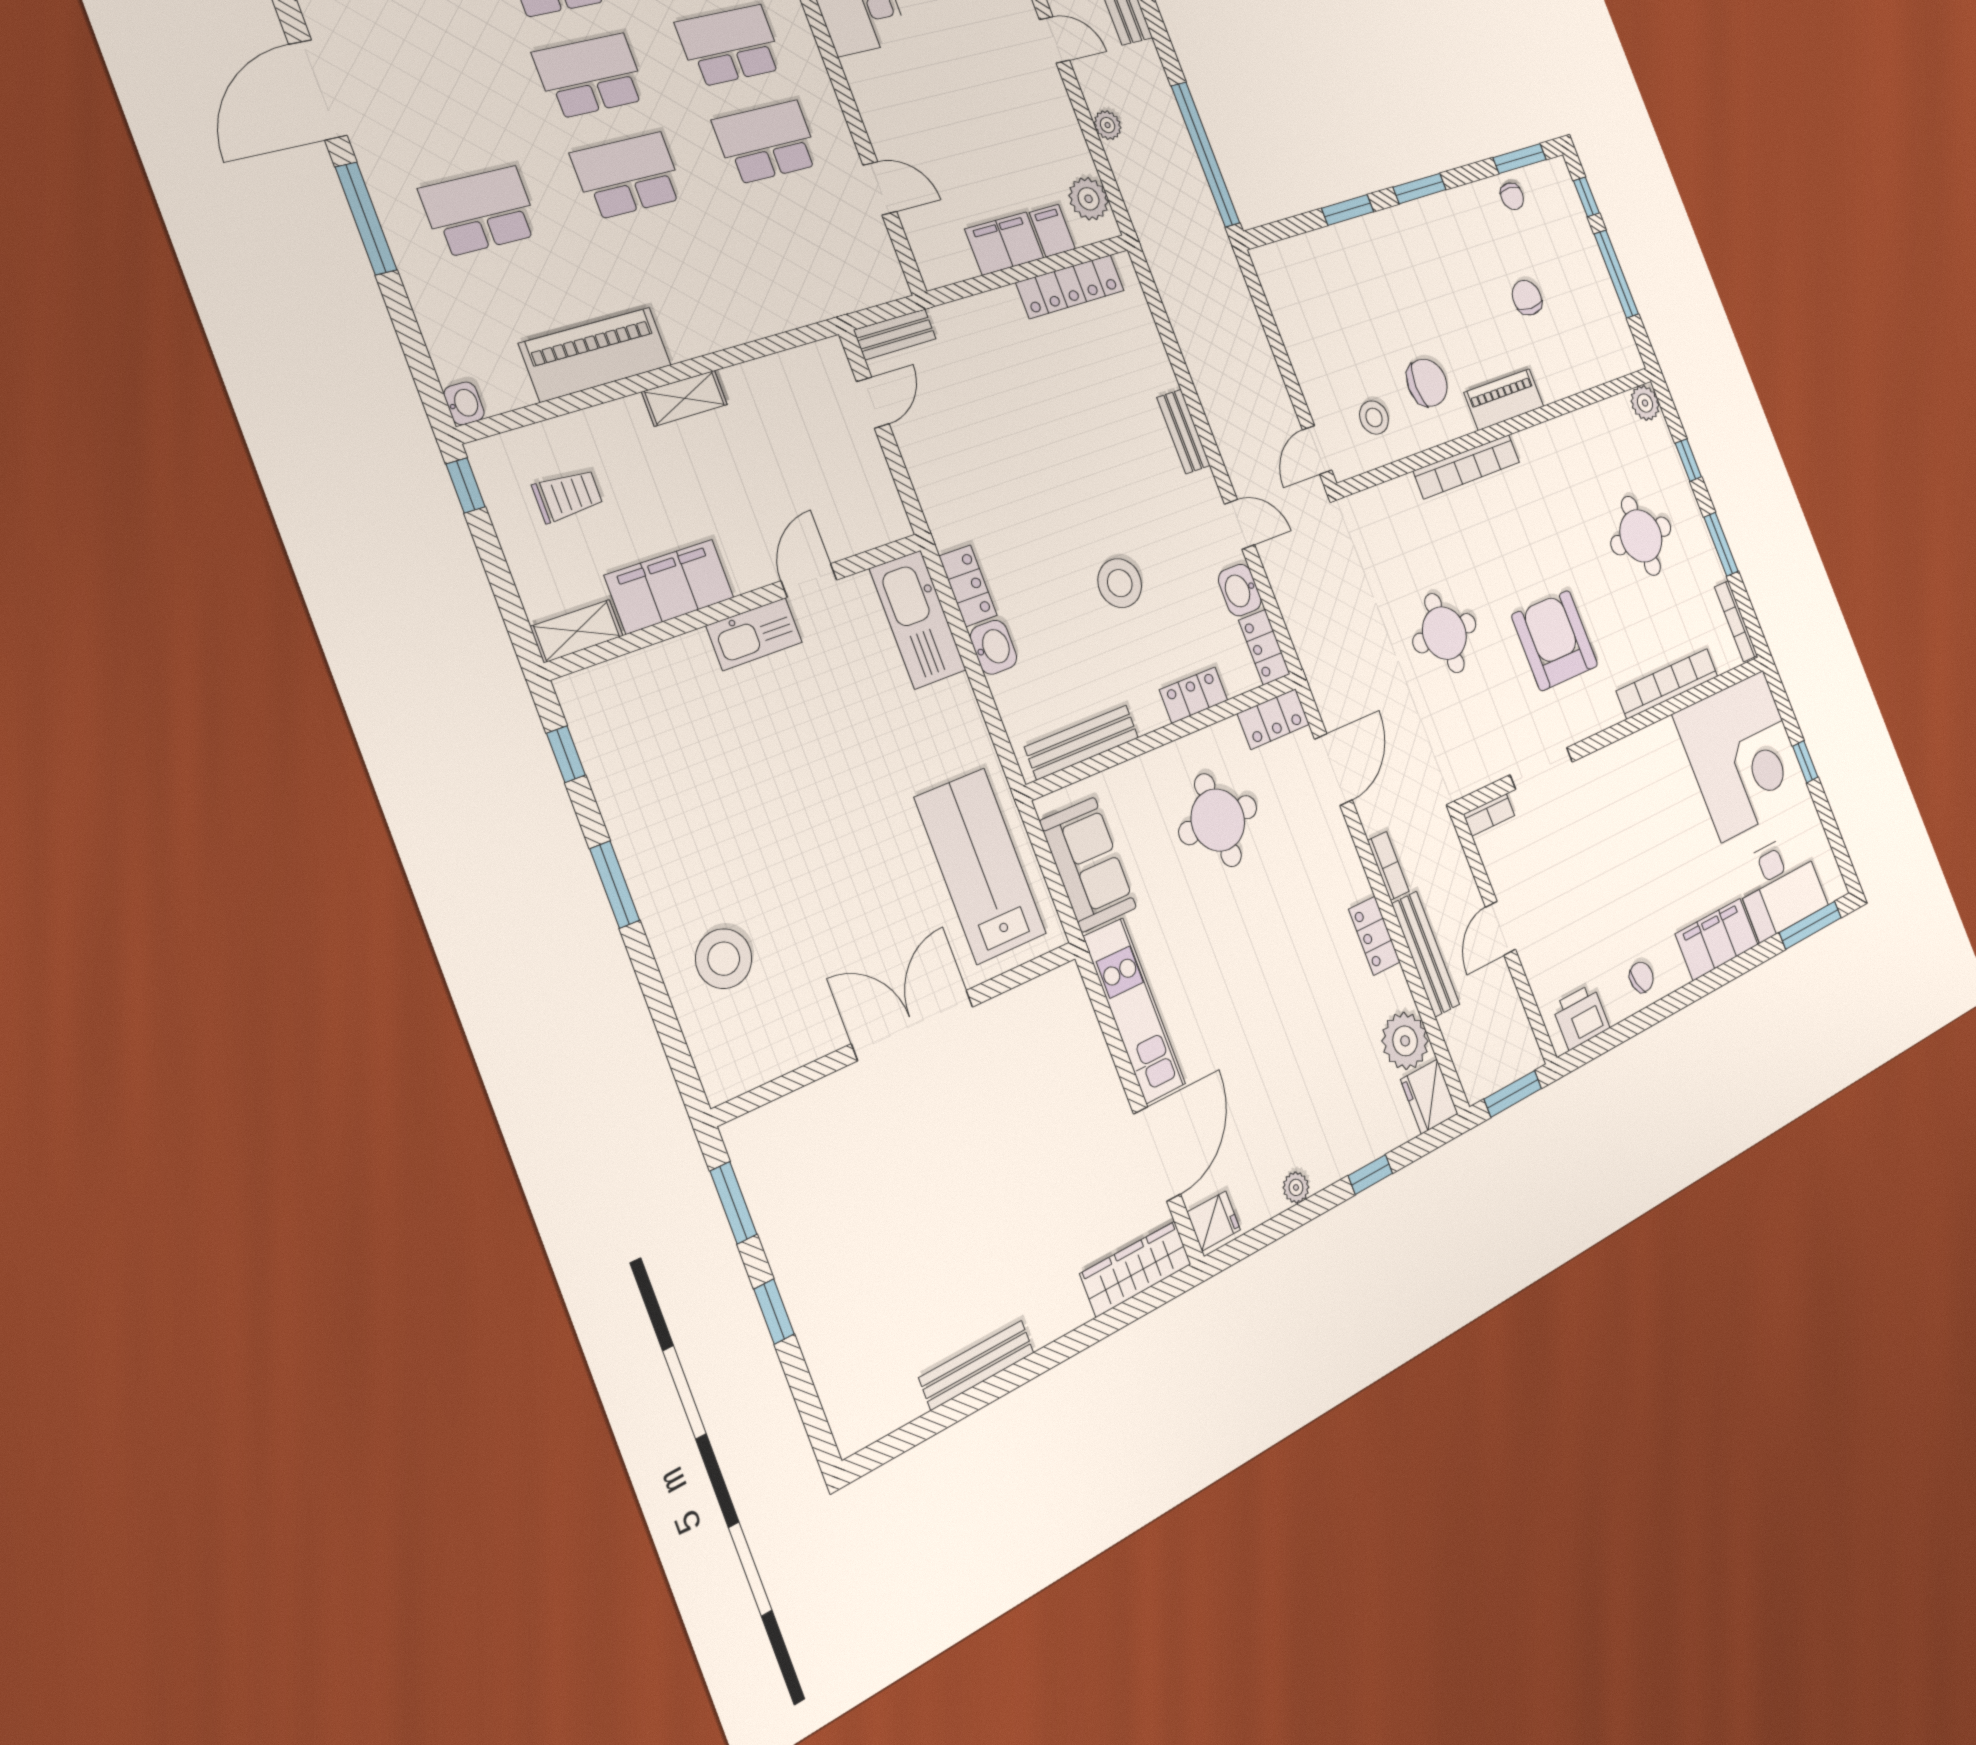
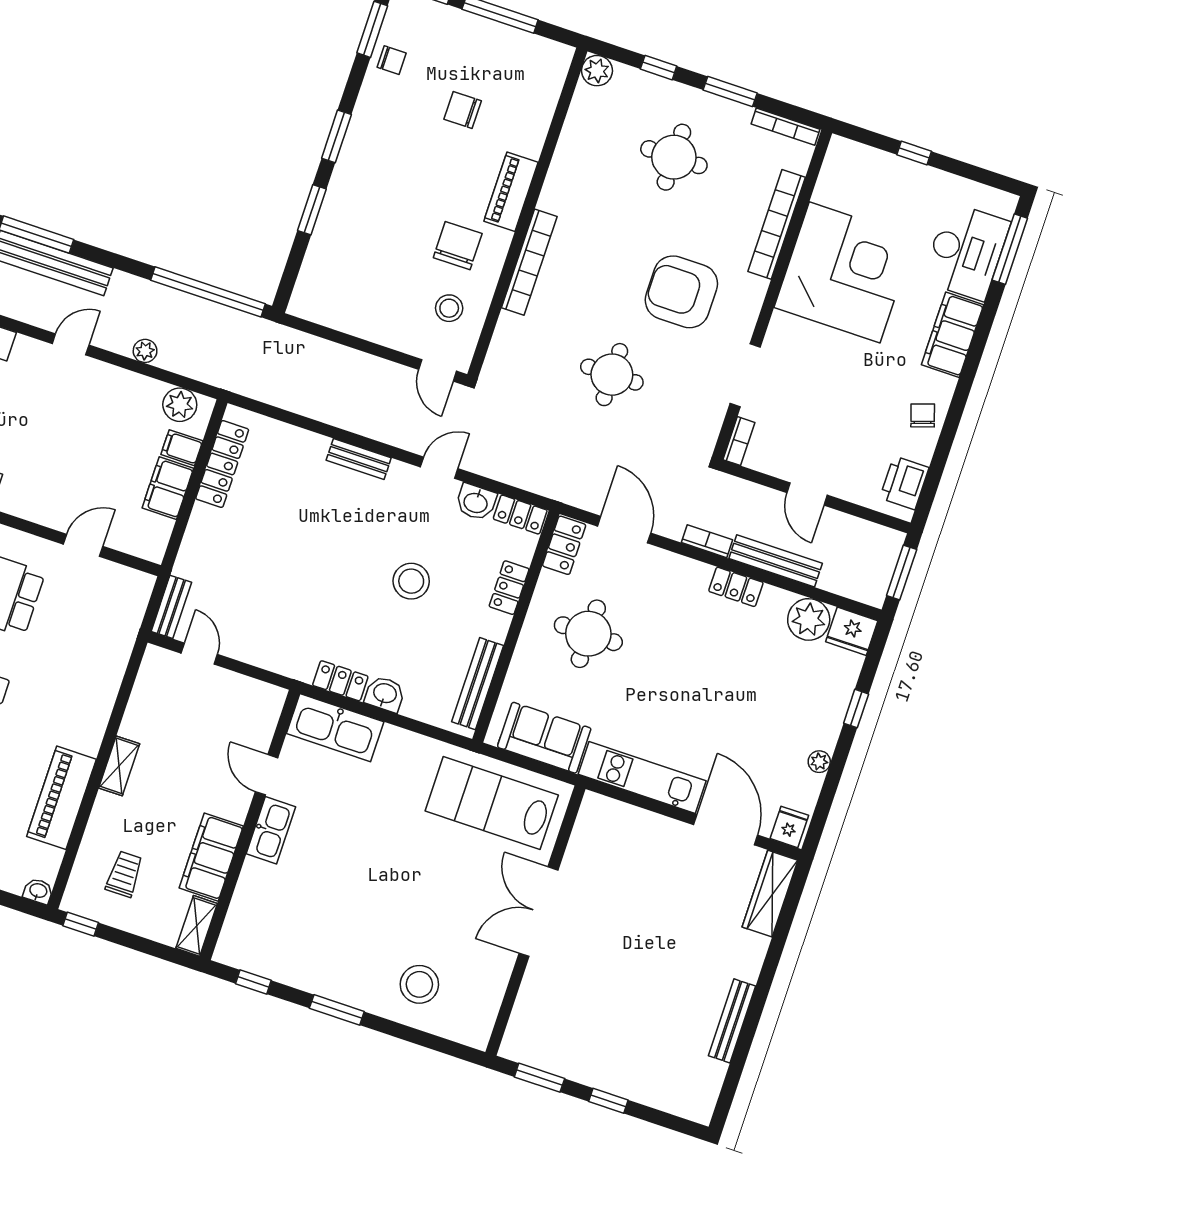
corner desk: (1742, 756) -> (845, 272), moved

